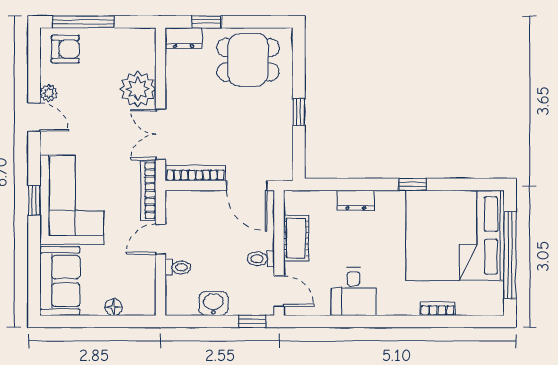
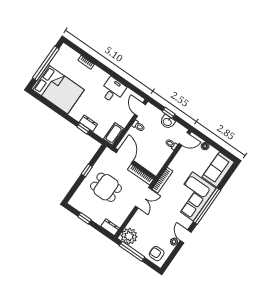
window: (83, 22) -> (132, 251), moved
window: (206, 22) -> (85, 218), moved
dining table: (248, 60) -> (106, 187), moved
plant: (138, 89) -> (129, 236), moved
window: (413, 184) -> (83, 128), moved
window: (34, 200) -> (207, 206), width x3.17
bed: (455, 235) -> (58, 89), width x0.73
cot: (296, 238) -> (114, 134), moved
door: (161, 239) -> (184, 139), moved
window: (252, 321) -> (169, 113), moved

